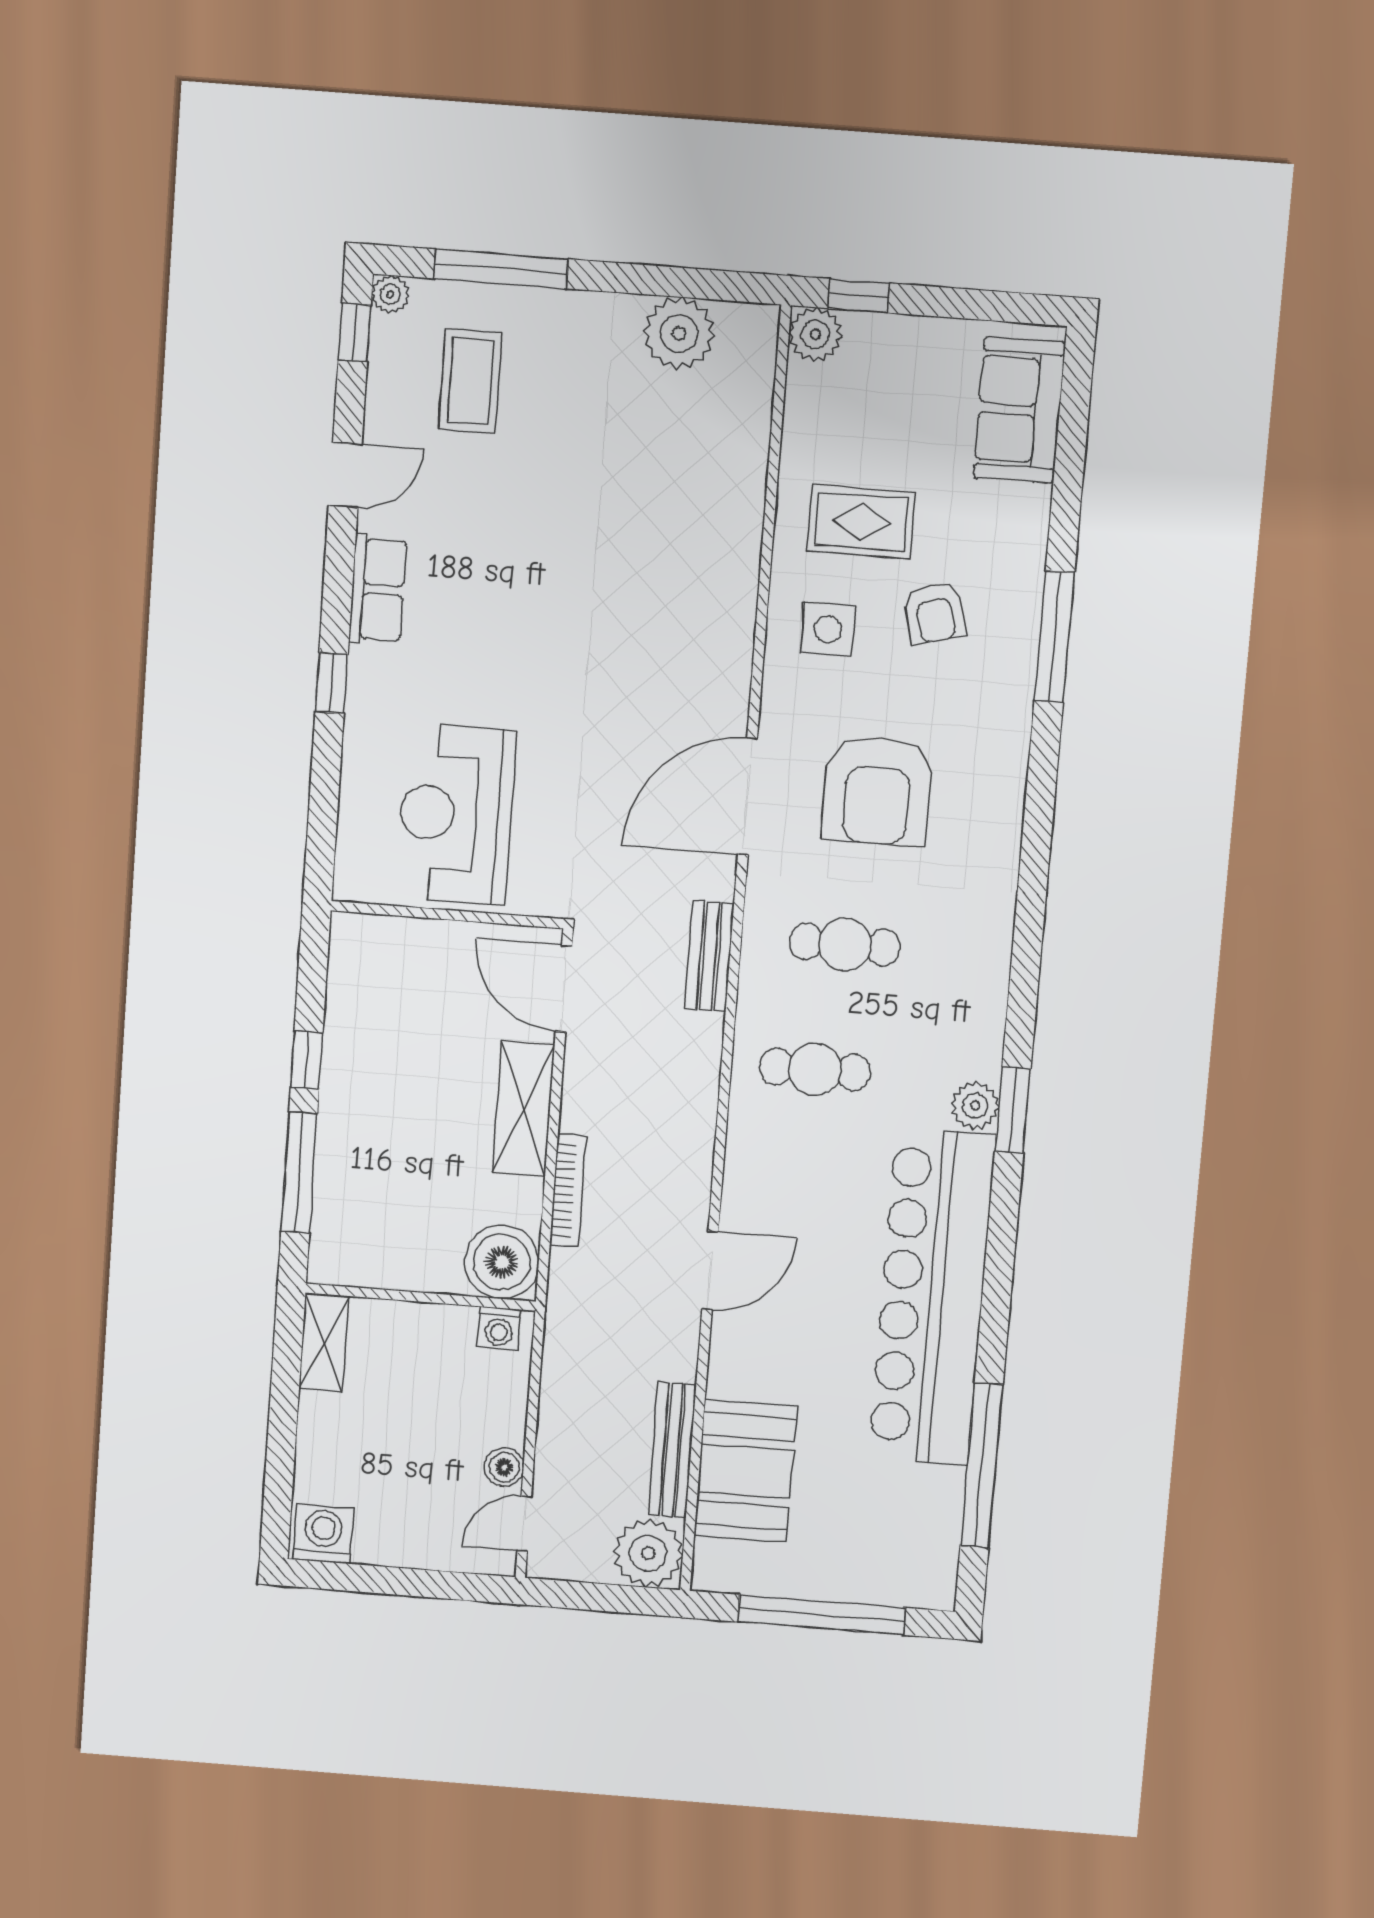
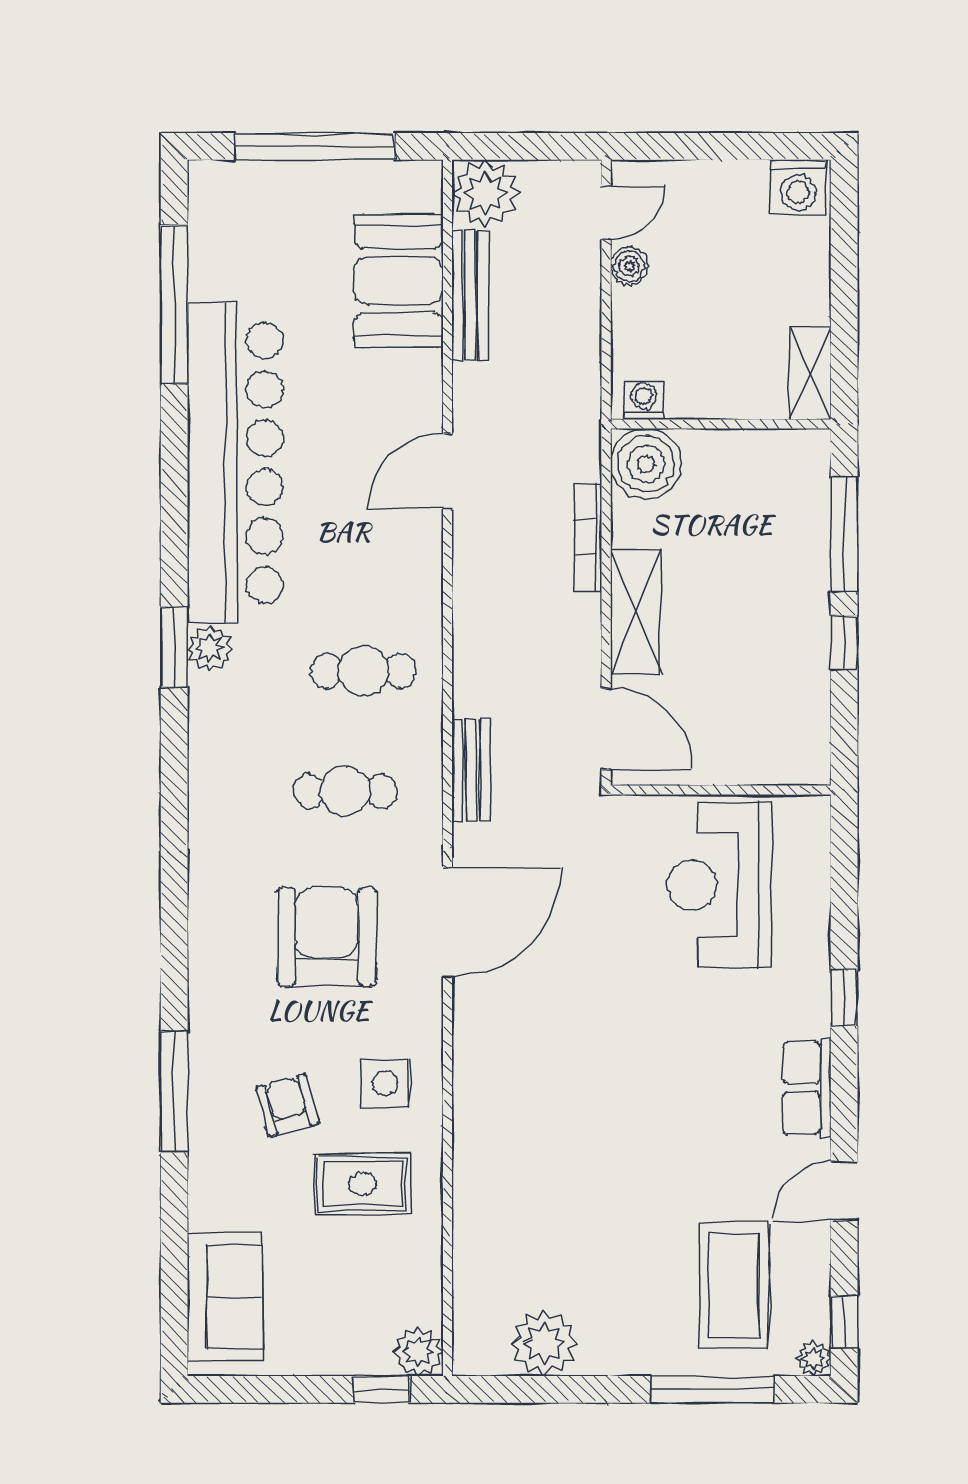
coffee table: (471, 381) -> (734, 1285), width x1.36, depth x1.32
reception desk: (456, 814) -> (719, 885), turned 180

